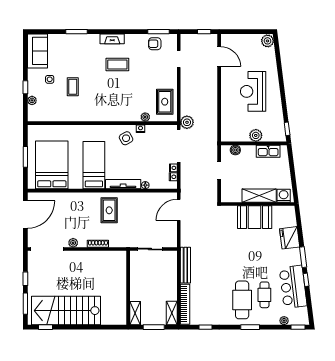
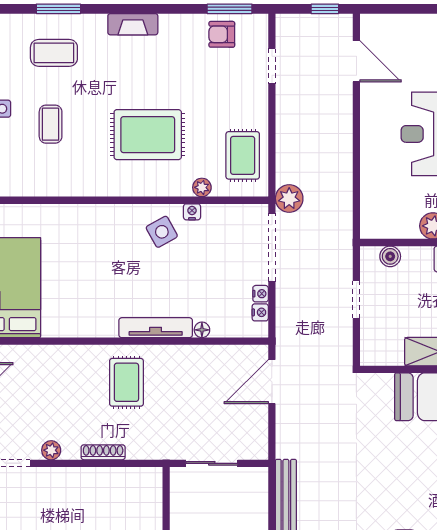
coffee table: (117, 64) -> (54, 53), moved
rug: (119, 92) -> (148, 135), added
bed: (94, 165) -> (95, 288), removed

